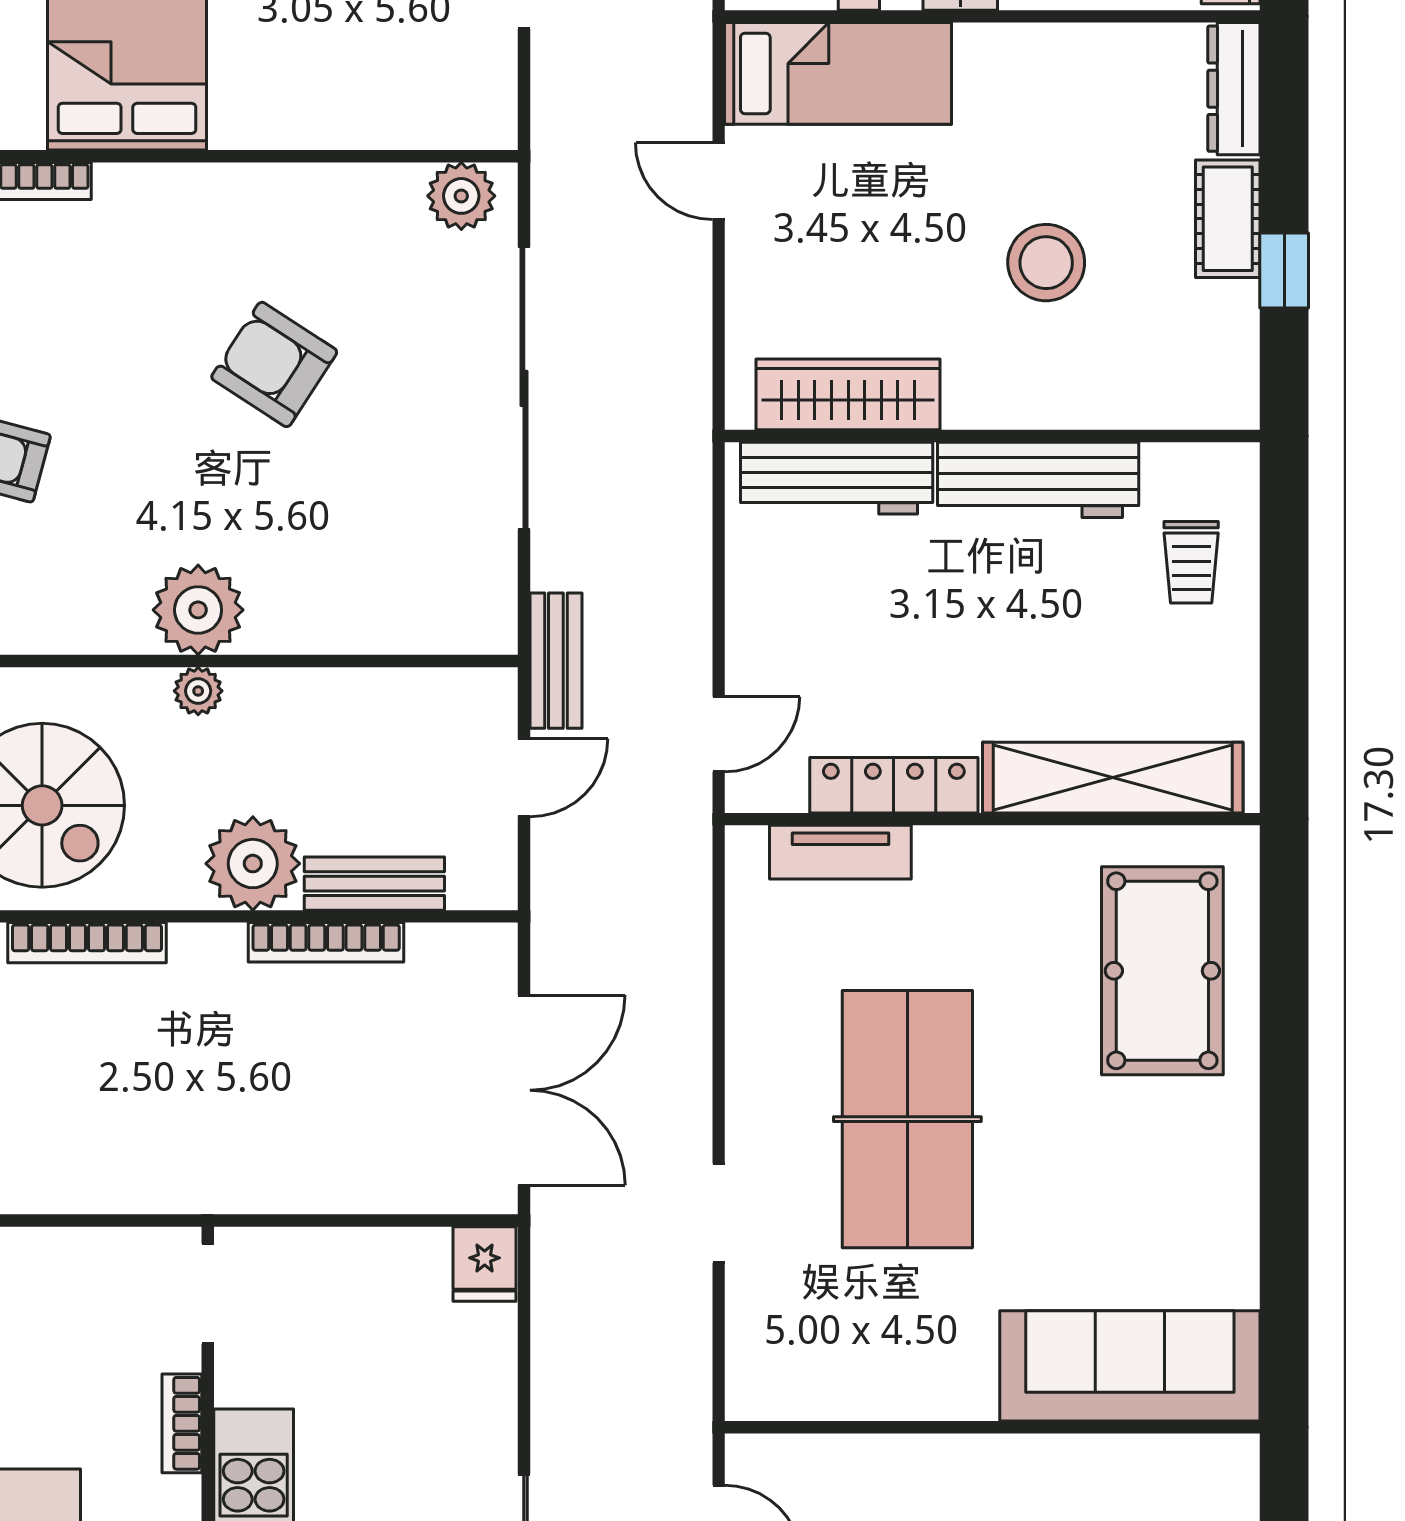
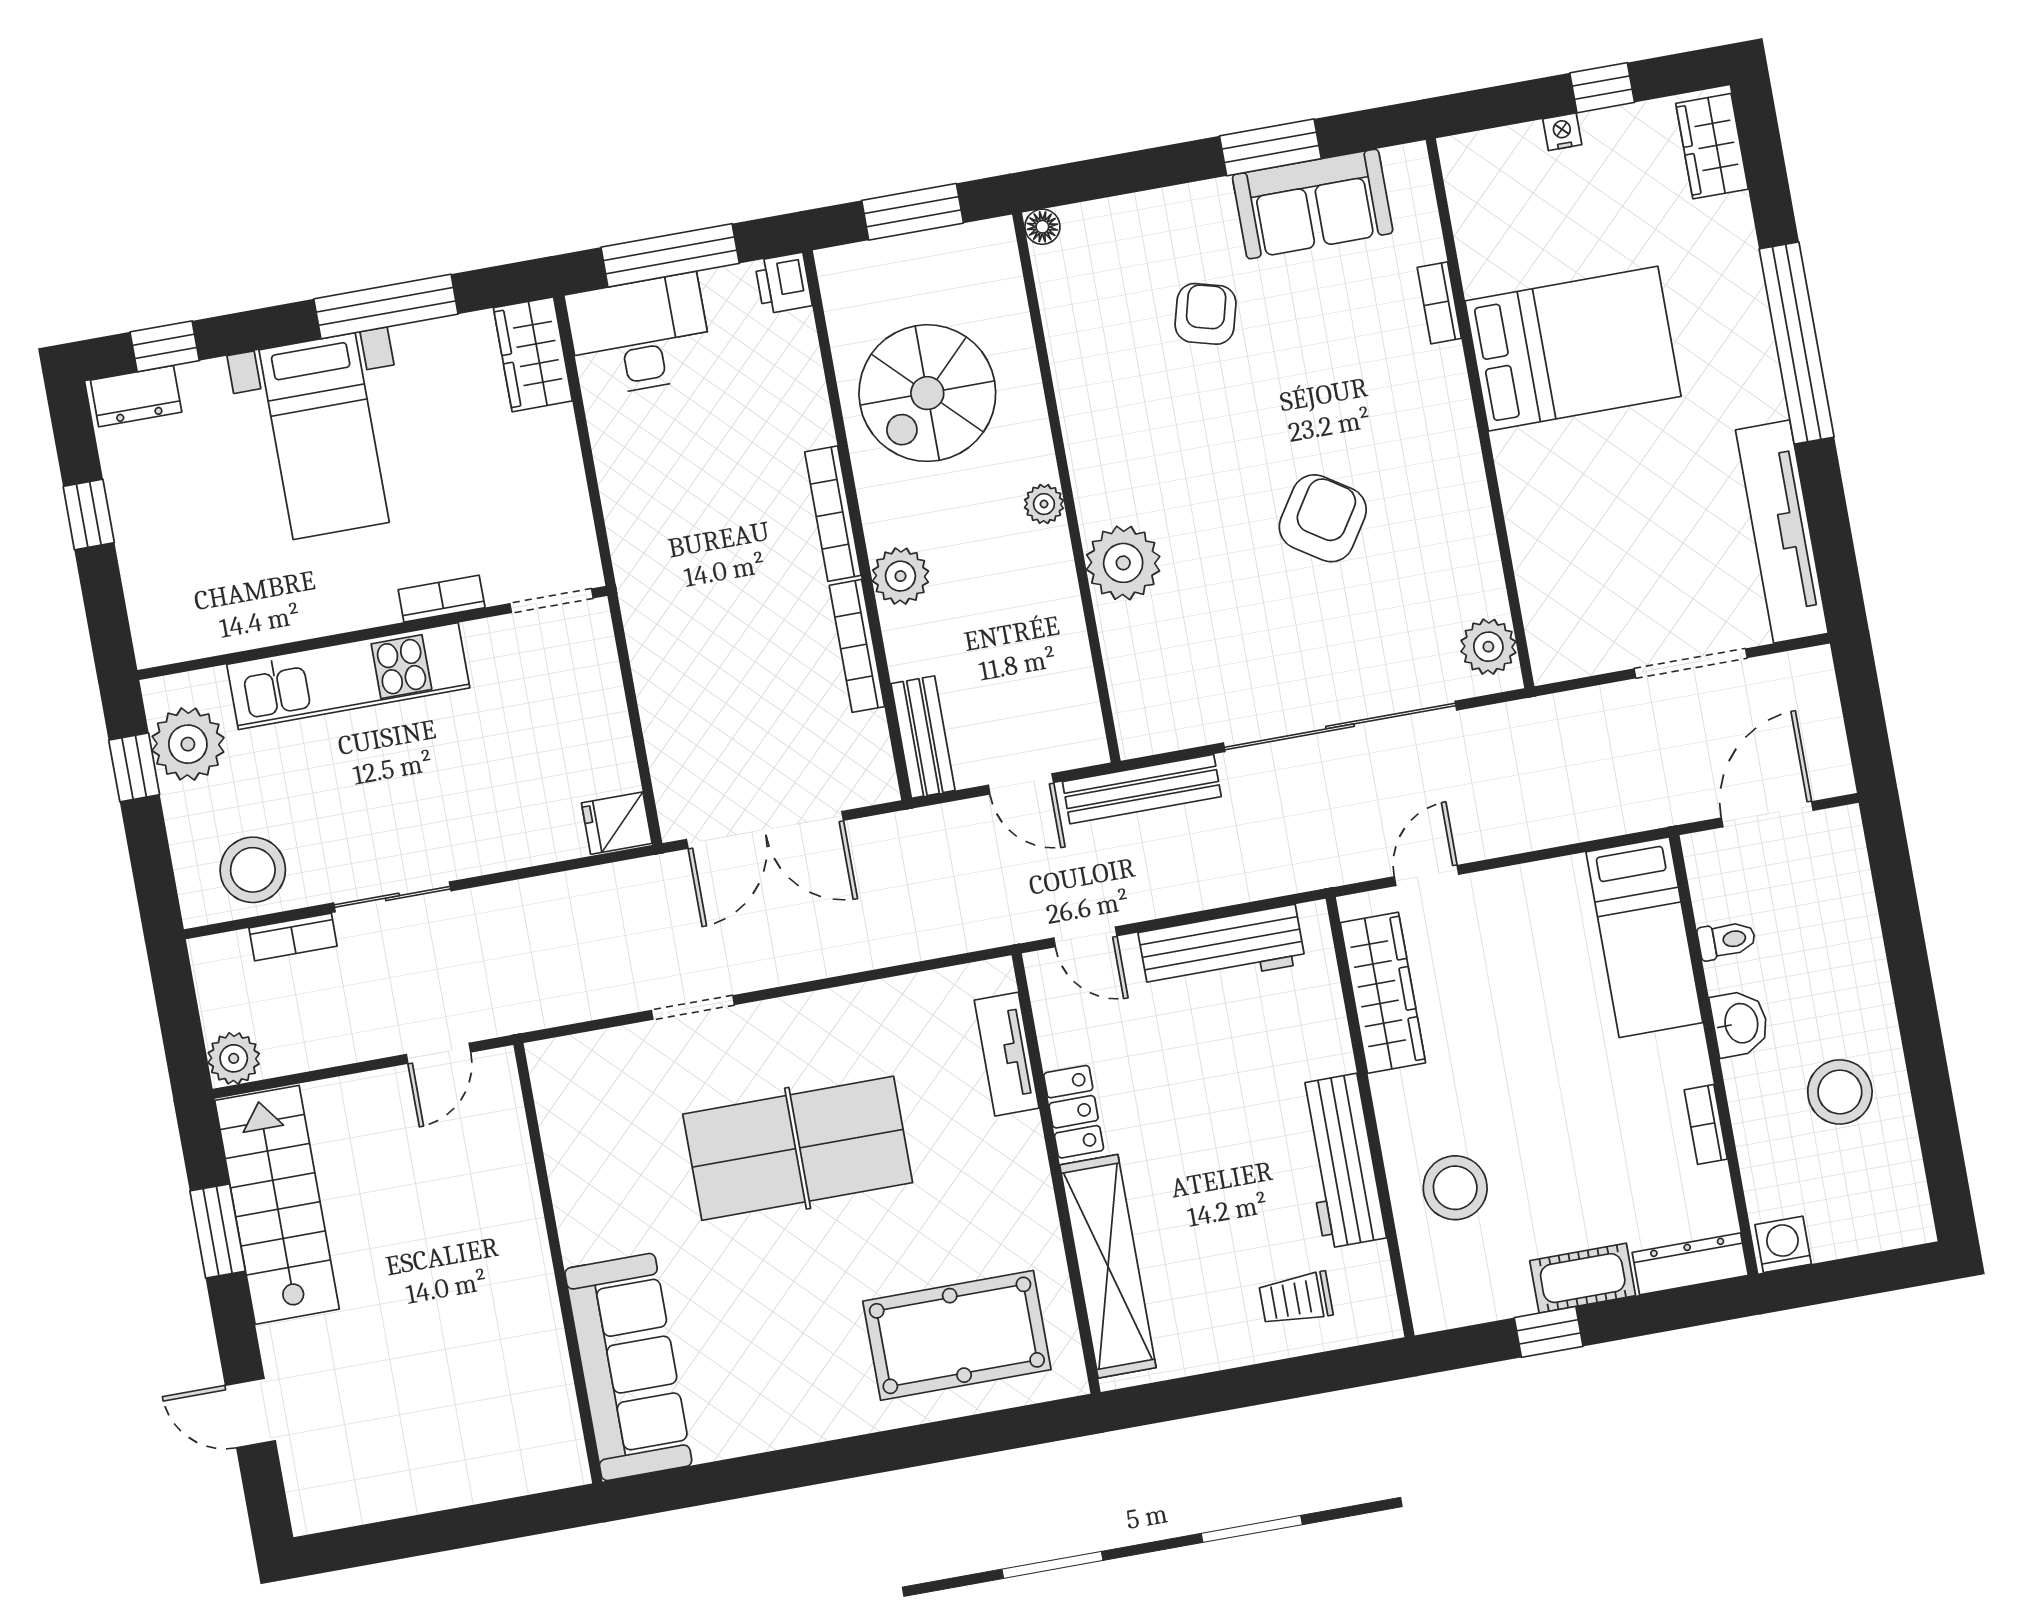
bookcase: (1072, 41) -> (1706, 1124), added
door: (719, 181) -> (1427, 875), moved
stool: (1046, 263) -> (1455, 1188), moved
workbench: (837, 478) -> (1222, 948), moved, turned -90
plant: (198, 610) -> (1123, 563), moved
bench: (556, 661) -> (1142, 789), width x1.36
locker: (894, 785) -> (1074, 1112), width x0.66
plant: (253, 864) -> (900, 576), width x0.73, depth x0.73
bench: (374, 884) -> (923, 737), moved
bookcase: (87, 943) -> (833, 514), moved

